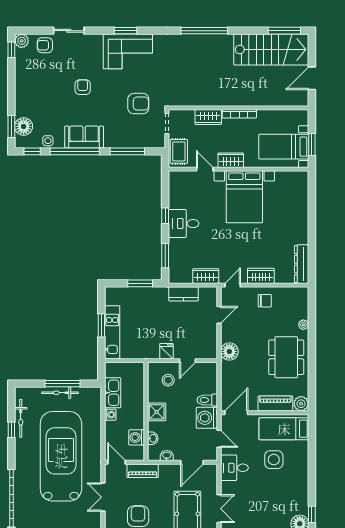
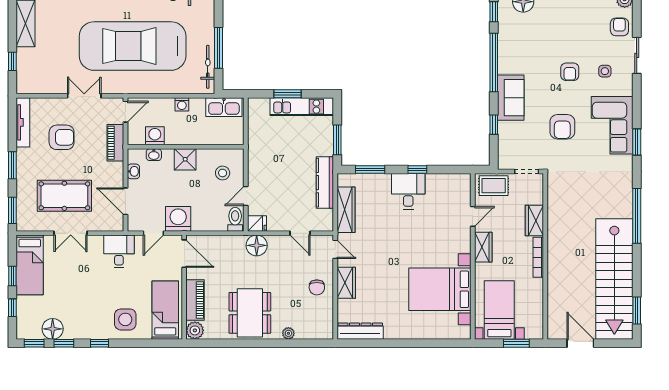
window: (126, 31) -> (637, 142), moved
window: (284, 31) -> (637, 311), width x0.69
stairs: (271, 49) -> (614, 279), width x1.36
armchair: (83, 87) -> (570, 72), turned 90
armchair: (138, 104) -> (562, 127), moved
sofa: (84, 137) -> (511, 98), moved
side table: (48, 141) -> (605, 71), moved
window: (312, 145) -> (516, 343), moved
window: (127, 151) -> (494, 125), width x0.46
bed with nightstands: (244, 197) -> (440, 289), moved
wardrobe: (206, 276) -> (346, 210), width x1.50
kitchen counter: (184, 294) -> (325, 183), width x1.50
kitchen unit: (112, 332) -> (302, 107), moved
fridge: (166, 351) -> (257, 223), moved
dining table: (286, 357) -> (250, 313), turned 90
door: (188, 361) -> (246, 196), hinge flipped
bicycle: (60, 393) -> (208, 67), moved
kitchen sink: (113, 393) -> (224, 107), moved
toilet: (207, 400) -> (235, 219), moved
car: (61, 456) -> (133, 46), turned 180
side table: (274, 460) -> (125, 319), moved
window: (312, 484) -> (99, 343), added

